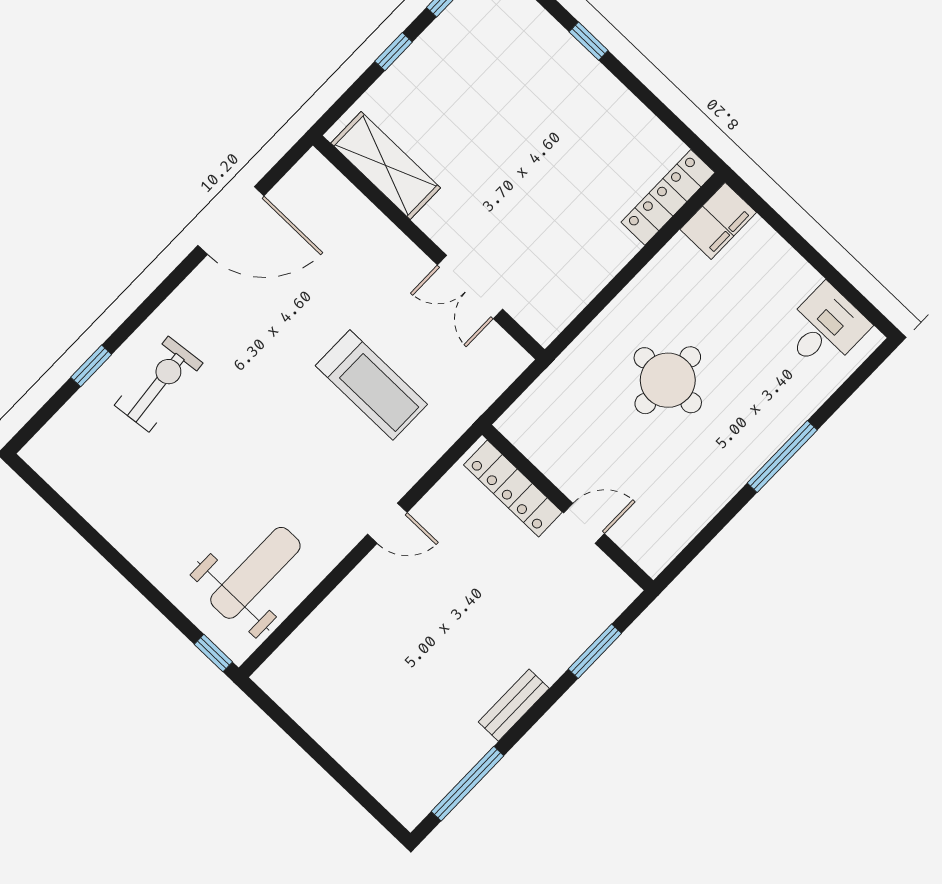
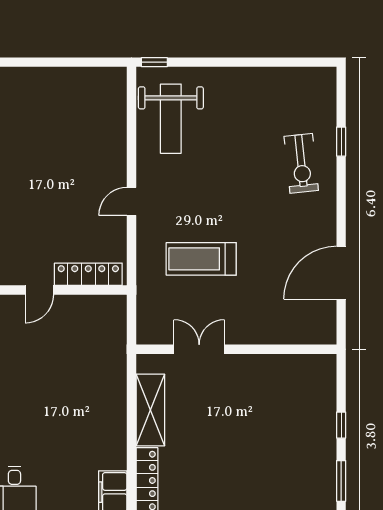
shelving: (386, 165) -> (150, 410), moved, turned 90
round table: (668, 380) -> (65, 395), removed

